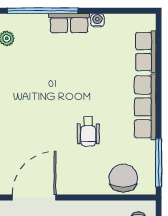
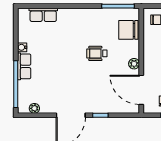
row of seats: (145, 107) -> (80, 15), removed
wheelchair: (88, 131) -> (97, 53), turned 180
plant: (73, 187) -> (134, 64), added

